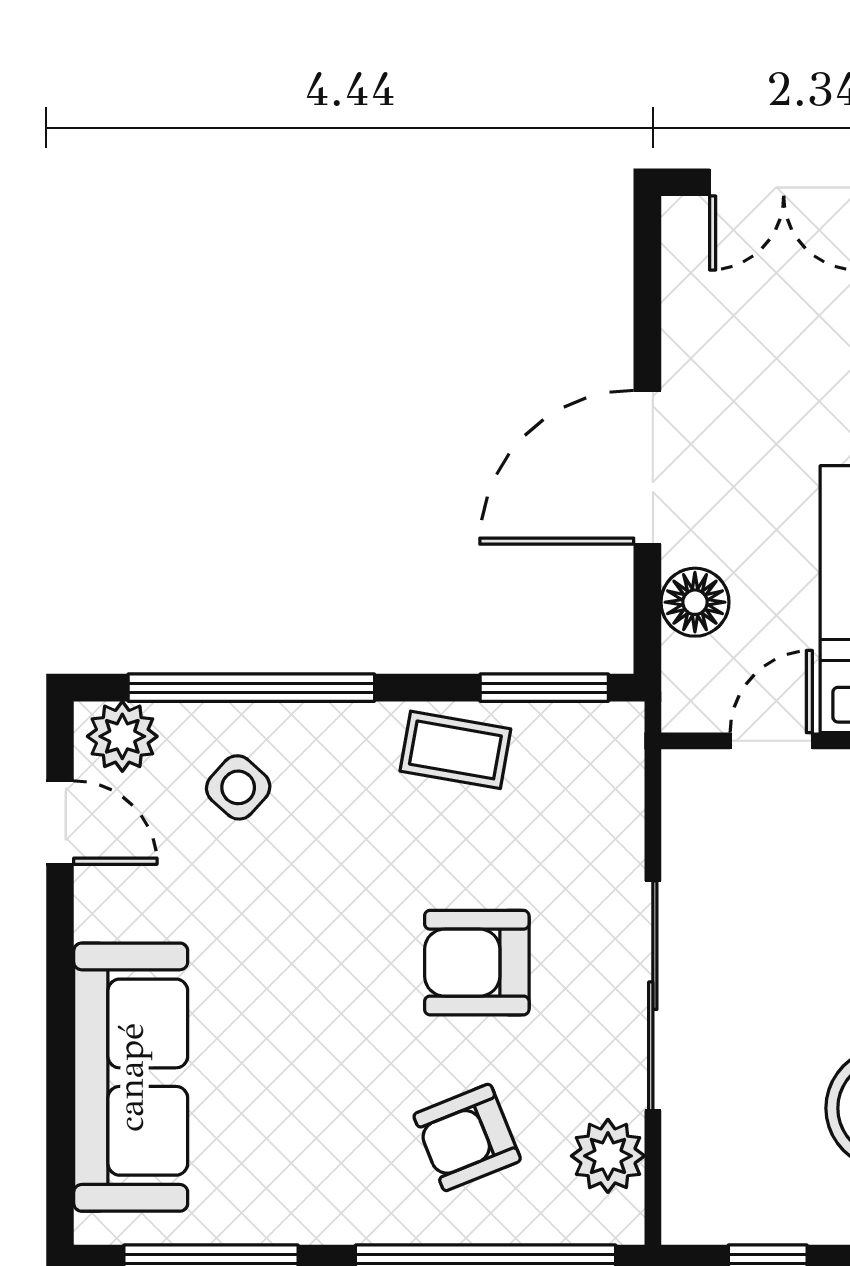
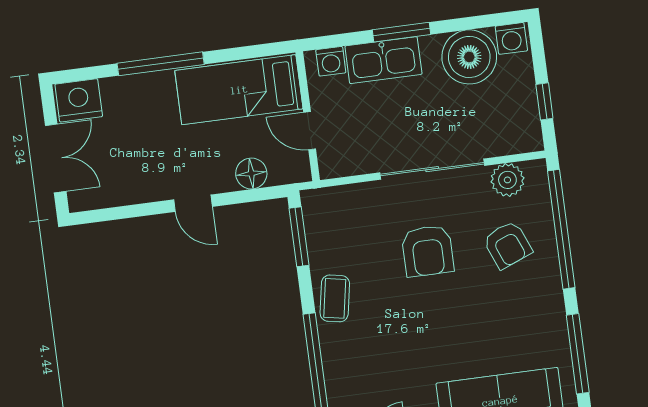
door: (647, 467) -> (193, 203), width x0.53
coffee table: (455, 750) -> (335, 298), moved
side table: (238, 787) -> (363, 370), removed

